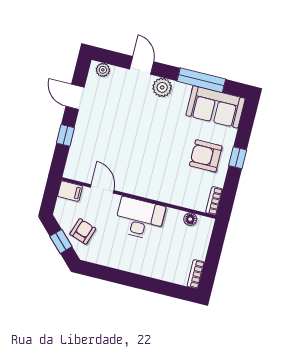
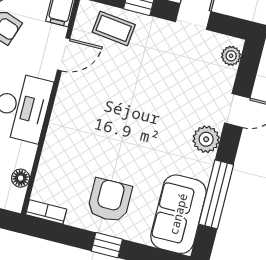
coffee table: (84, 153) -> (114, 28), added

